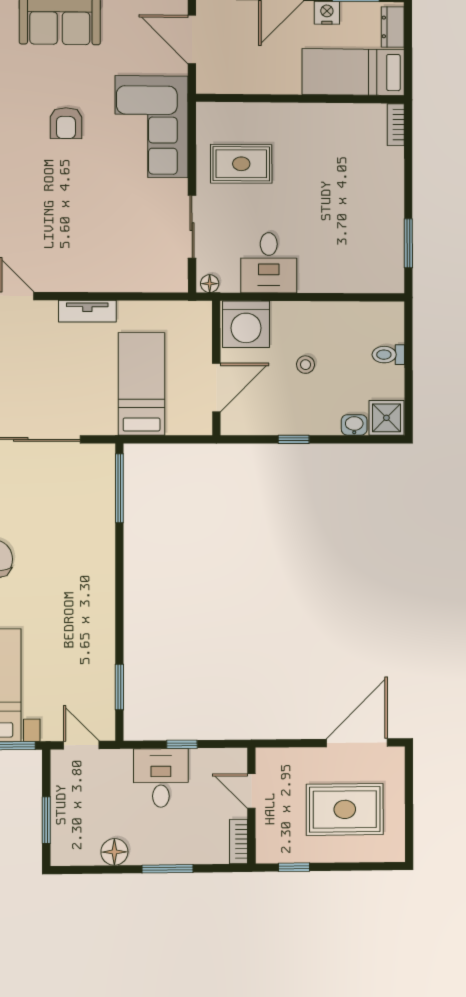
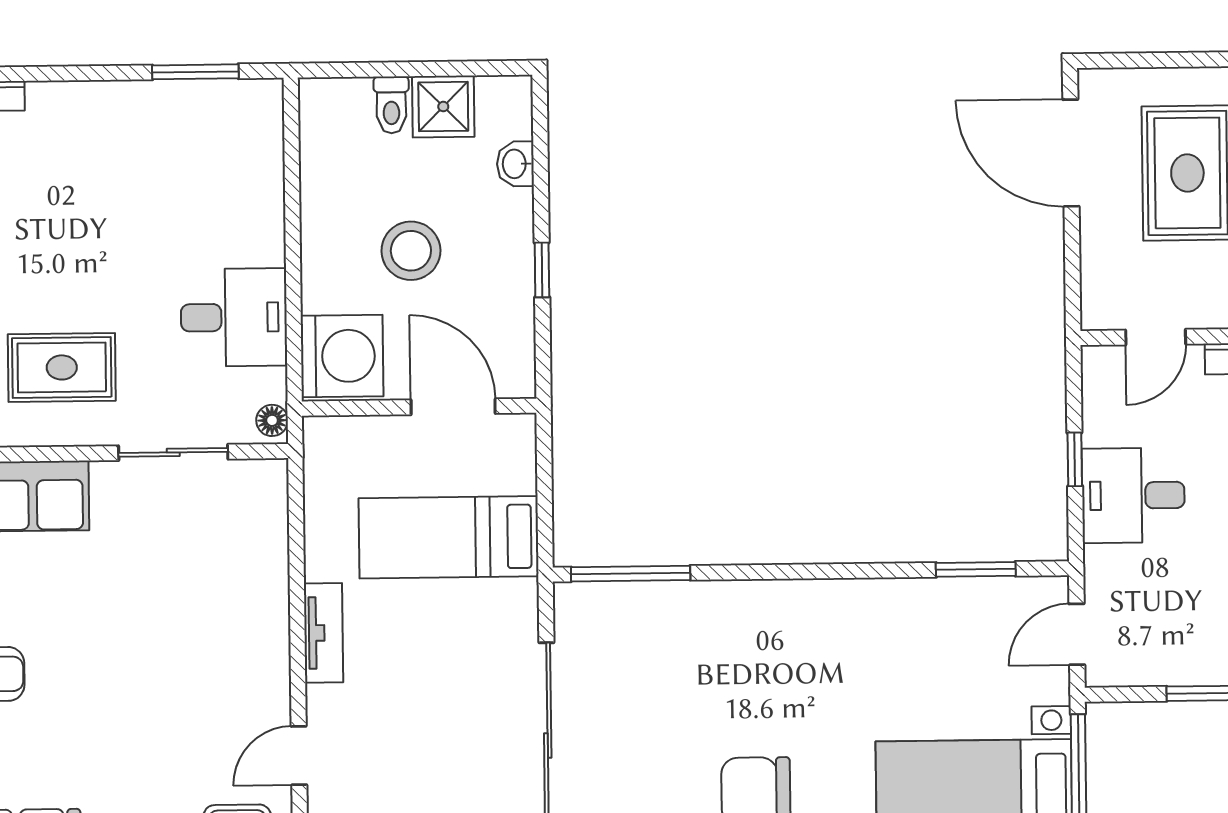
rug: (241, 164) -> (62, 367), turned 90
stool: (306, 365) -> (411, 251), width x1.89, depth x1.89
shower: (386, 418) -> (443, 107), moved

